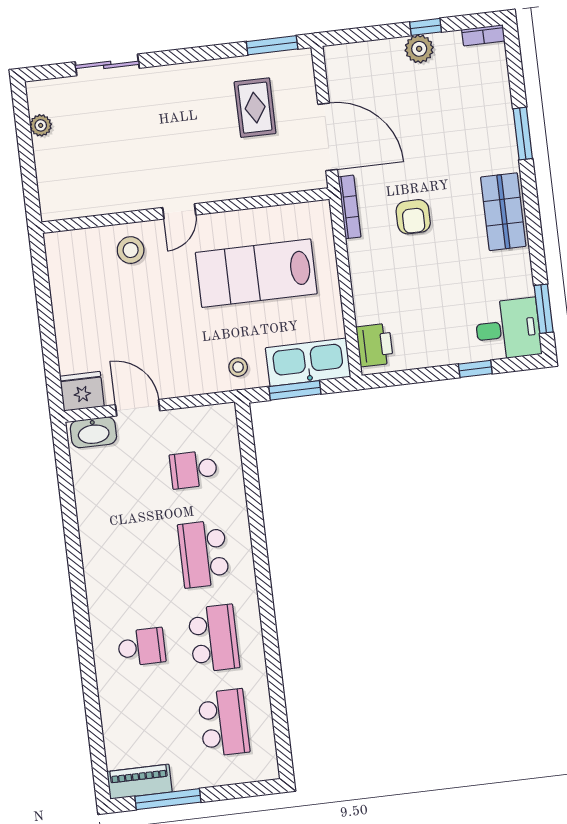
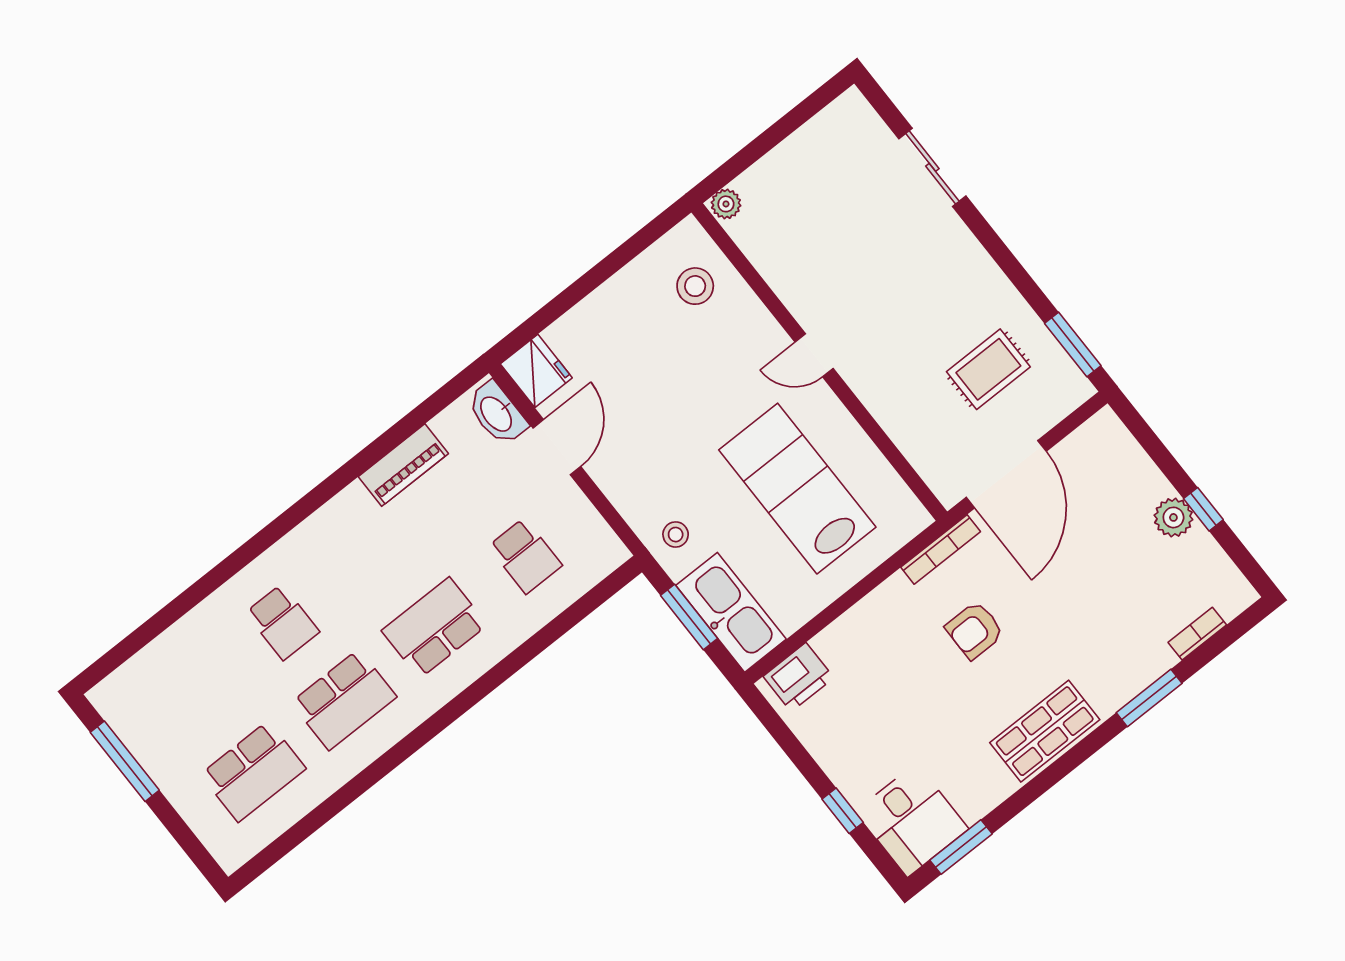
bookcase: (483, 35) -> (1197, 634), moved, turned 90
plant: (41, 125) -> (726, 204), moved
stool: (131, 250) -> (695, 286), moved
school desk: (194, 469) -> (525, 556), turned 180
piano: (139, 782) -> (403, 465), moved, turned 90

